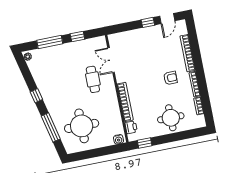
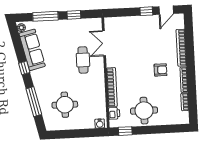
sofa: (42, 77) -> (32, 50), added
round table: (171, 118) -> (144, 111), moved
round table: (82, 126) -> (65, 105), width x0.73, depth x0.73

